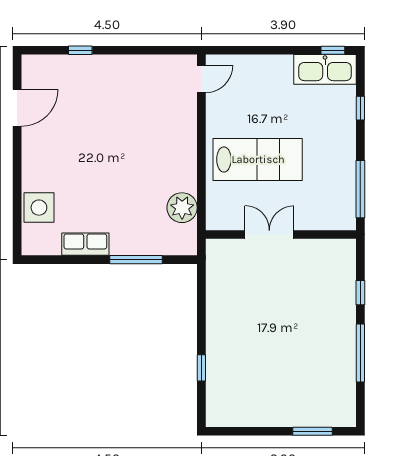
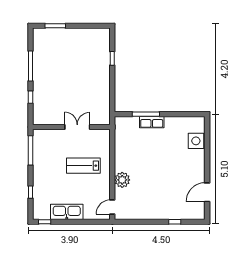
kitchen sink: (325, 69) -> (67, 212), moved
lab bench: (258, 159) -> (83, 166), width x0.73, depth x0.72
plant: (182, 208) -> (122, 180), moved
double door: (269, 234) -> (77, 127), swing flipped
row of seats: (85, 244) -> (152, 122), moved

